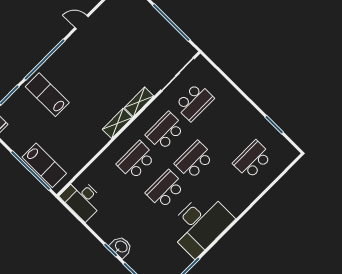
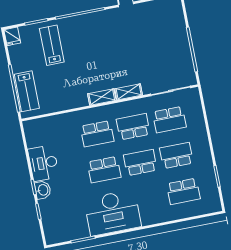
lab bench: (47, 95) -> (52, 45), moved
school desk: (223, 131) -> (176, 155), added
school desk: (252, 160) -> (183, 191), turned 180
school desk: (136, 161) -> (97, 134), turned 180
school desk: (165, 189) -> (104, 170), turned 180
desk: (82, 199) -> (43, 163), moved

